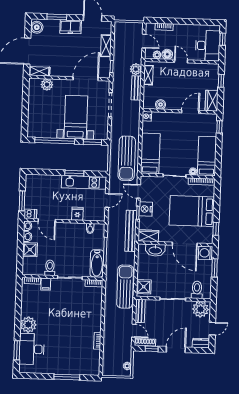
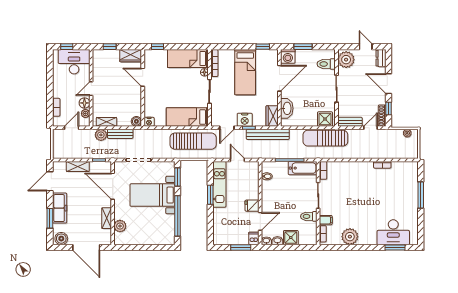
freezer: (71, 27) -> (60, 208), width x1.40
shelving: (39, 71) -> (107, 218), moved
boiler: (161, 104) -> (136, 121), moved
bed: (192, 211) -> (245, 72), width x0.67
fridge: (77, 214) -> (252, 206), moved
plant: (28, 325) -> (350, 237), moved

